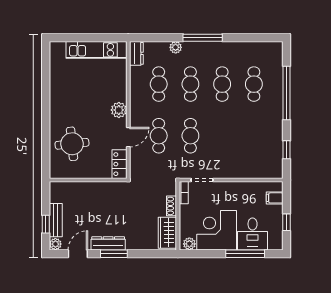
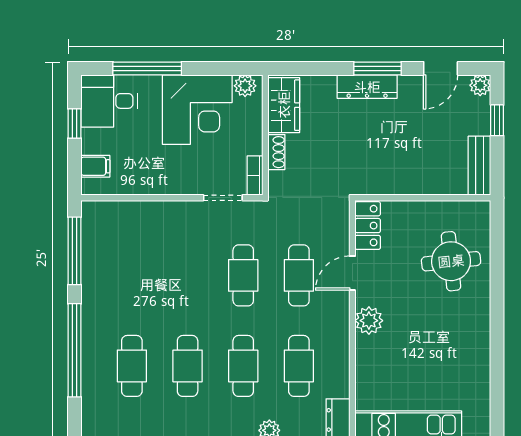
window: (287, 150) -> (75, 251), width x2.17
bench: (56, 220) -> (479, 166), moved
desk: (253, 234) -> (109, 101), moved, turned -90
dresser: (108, 243) -> (367, 87), moved

